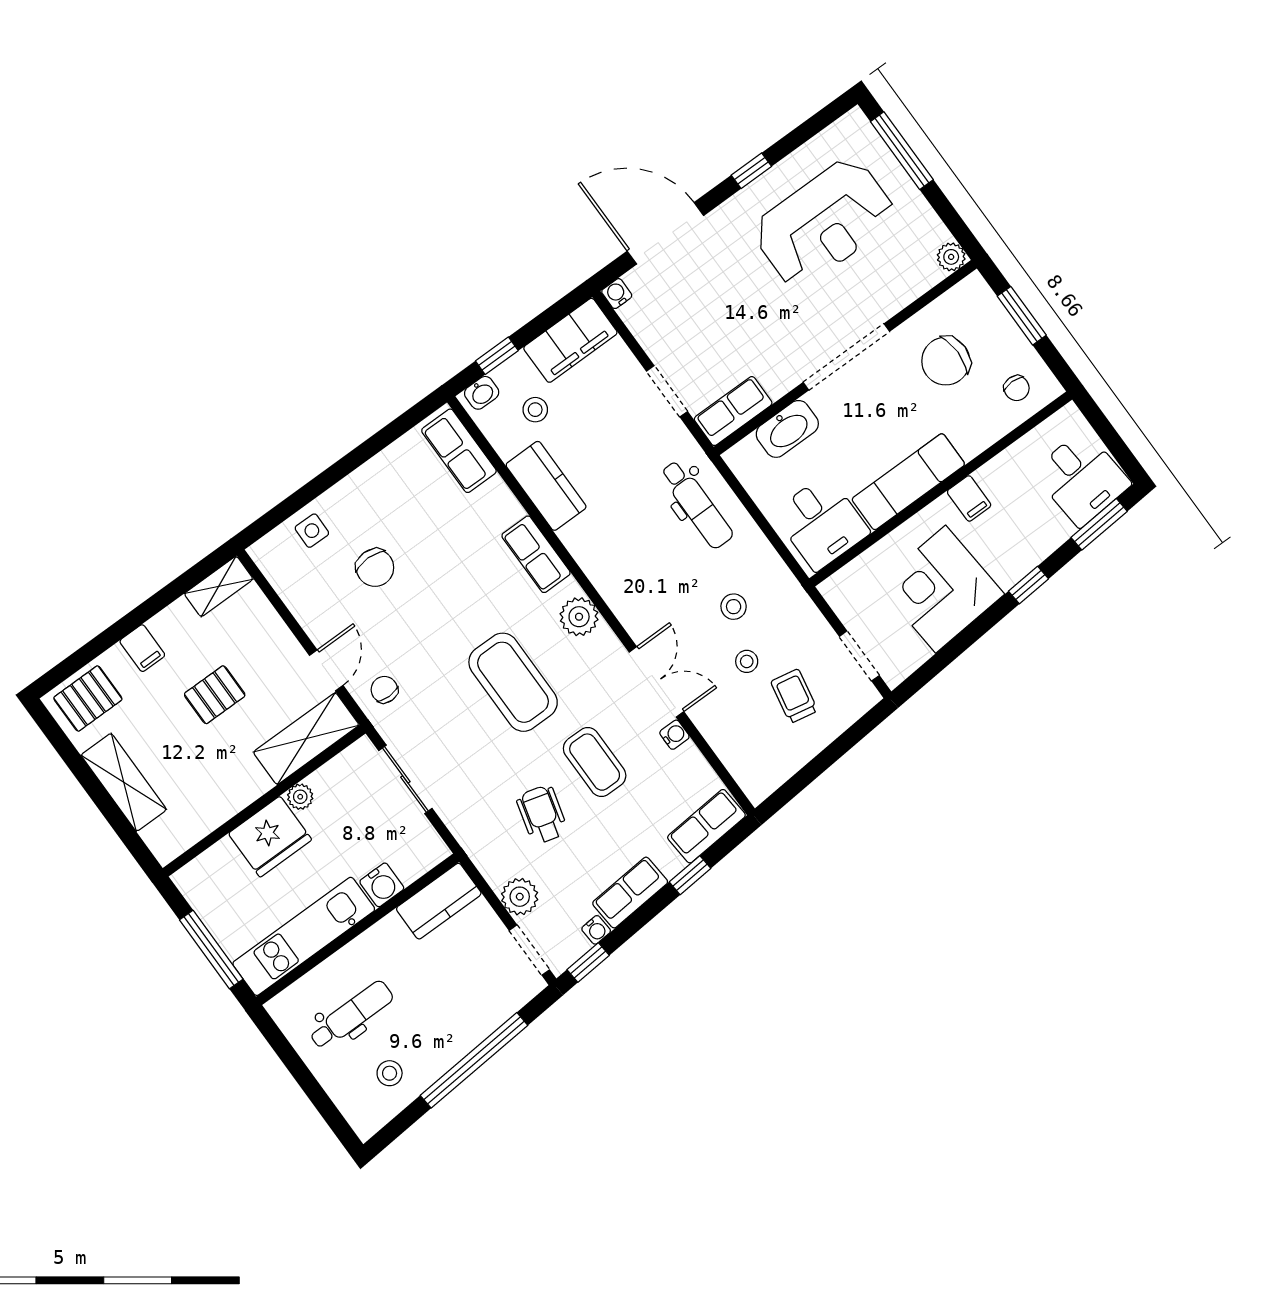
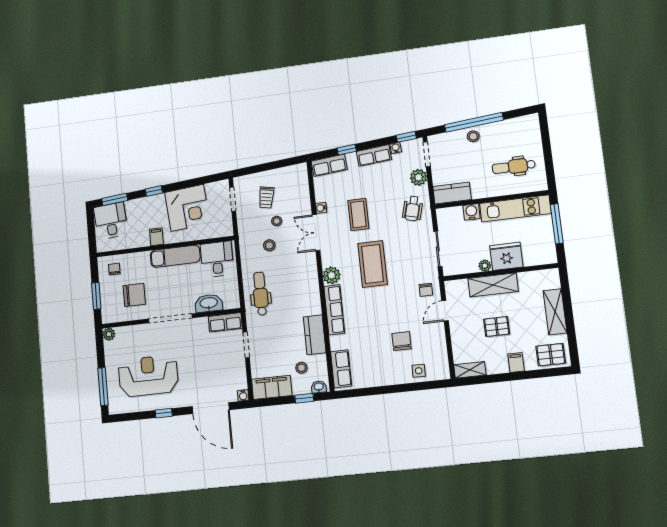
row of seats: (536, 554) -> (334, 310), width x1.48
shelving: (306, 739) -> (493, 285), moved
wheelchair: (542, 815) -> (413, 209), moved
stool: (390, 1073) -> (473, 136), moved

